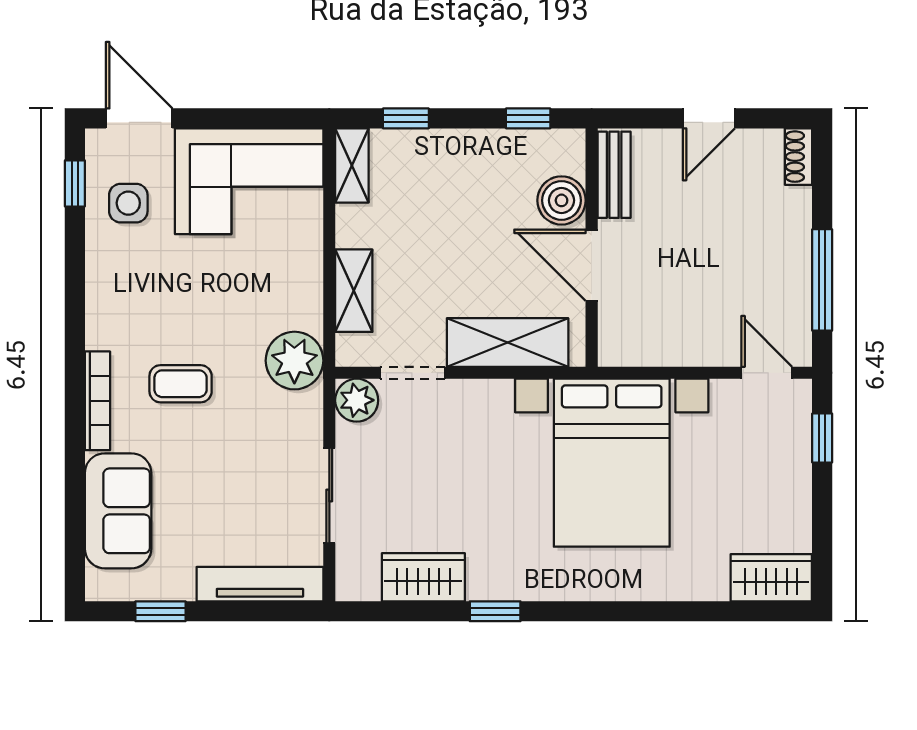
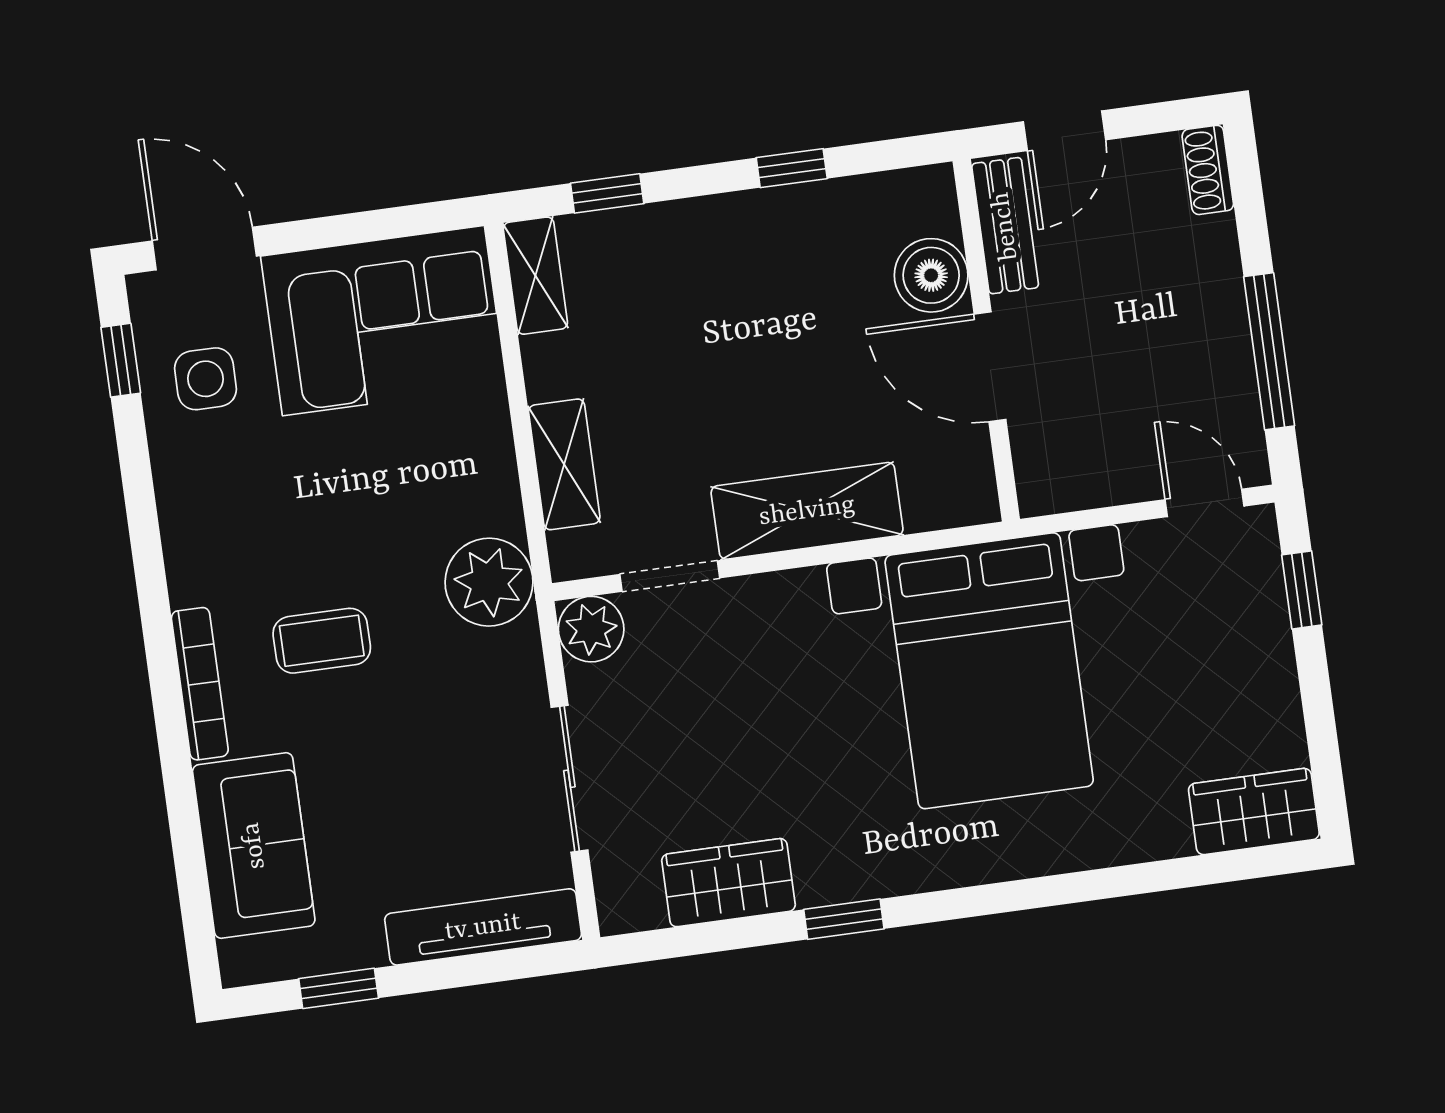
bench: (614, 175) -> (1005, 226), moved
boiler: (562, 200) -> (931, 275), moved
wall: (592, 248) -> (986, 340), moved
door: (592, 265) -> (990, 367), moved

